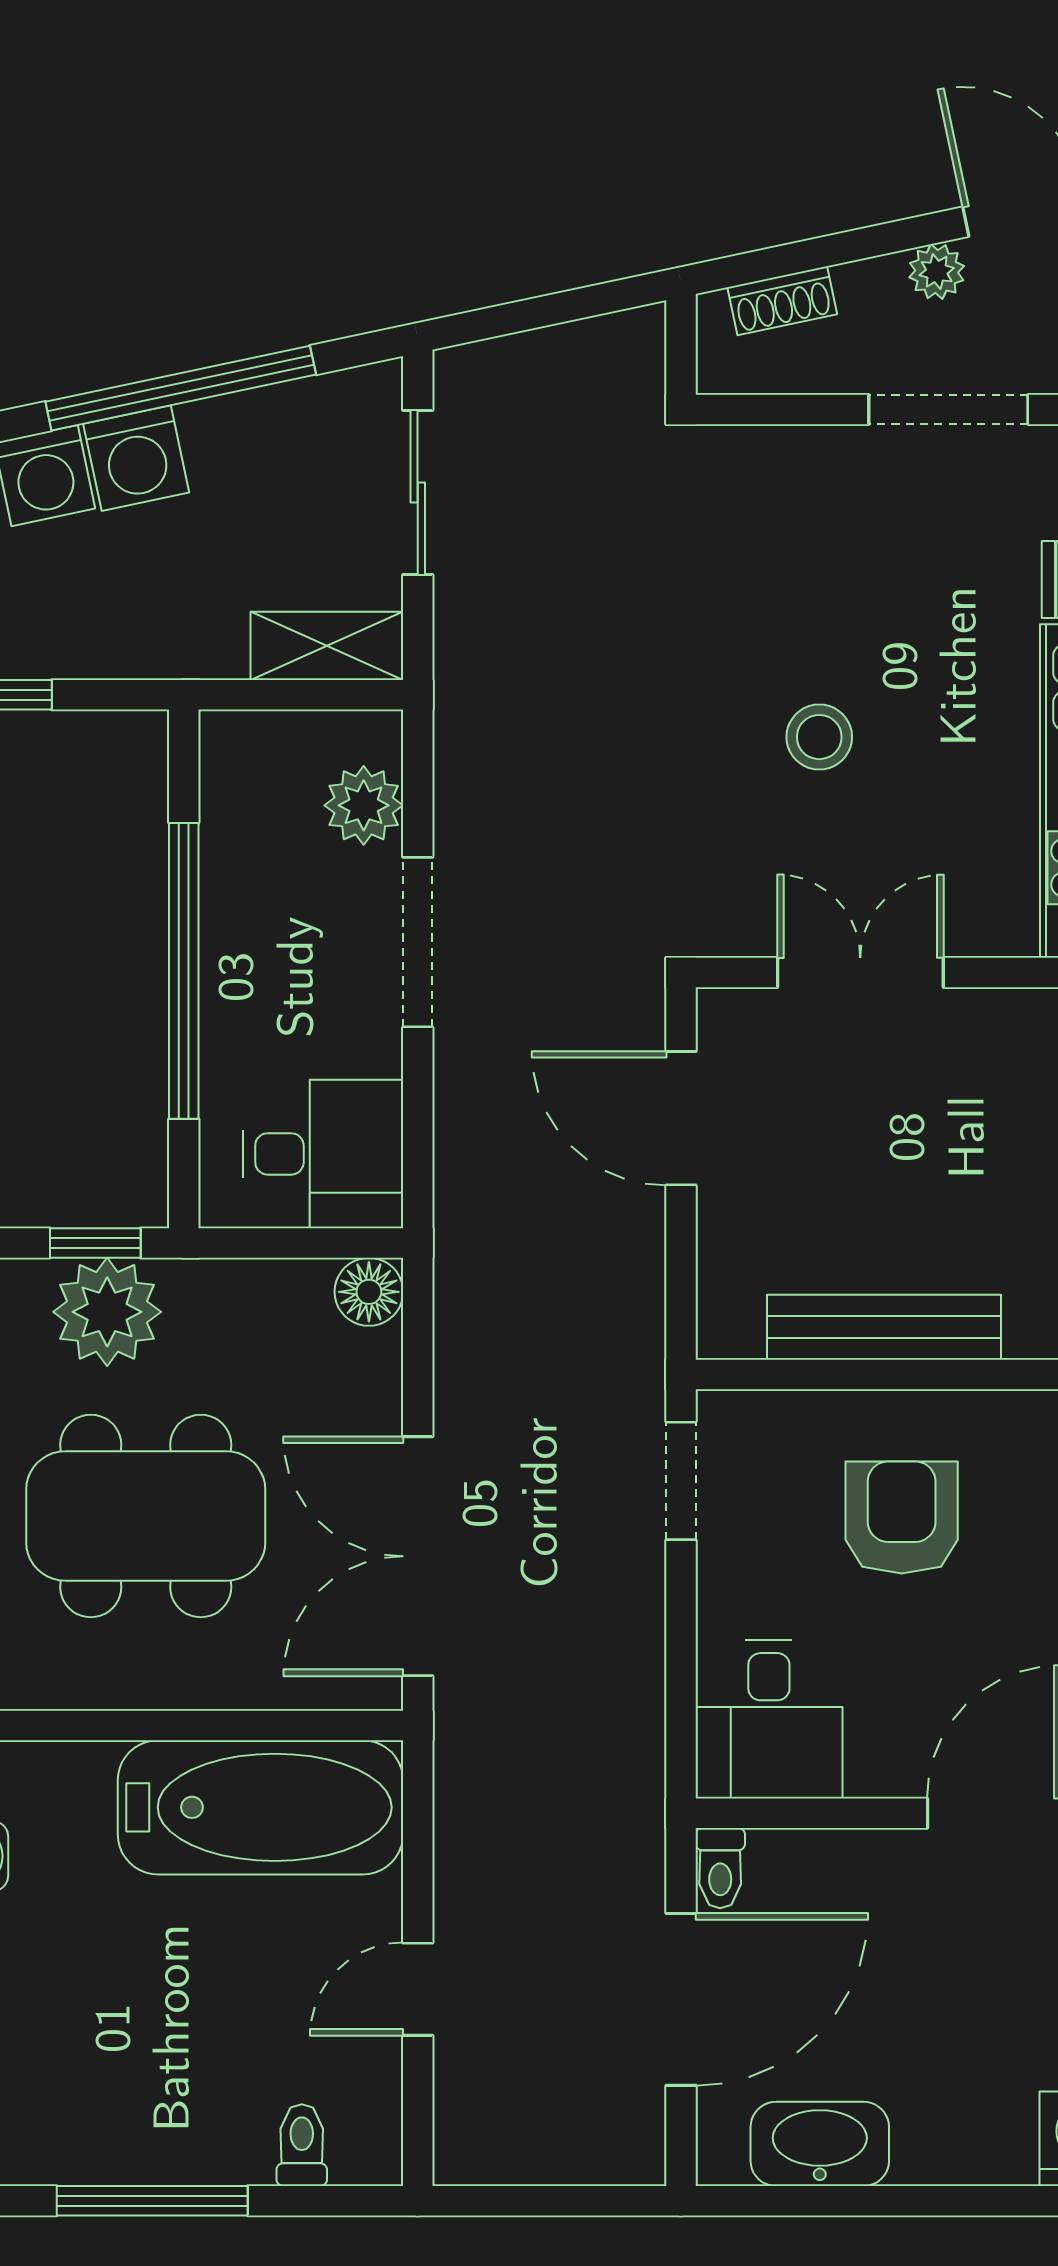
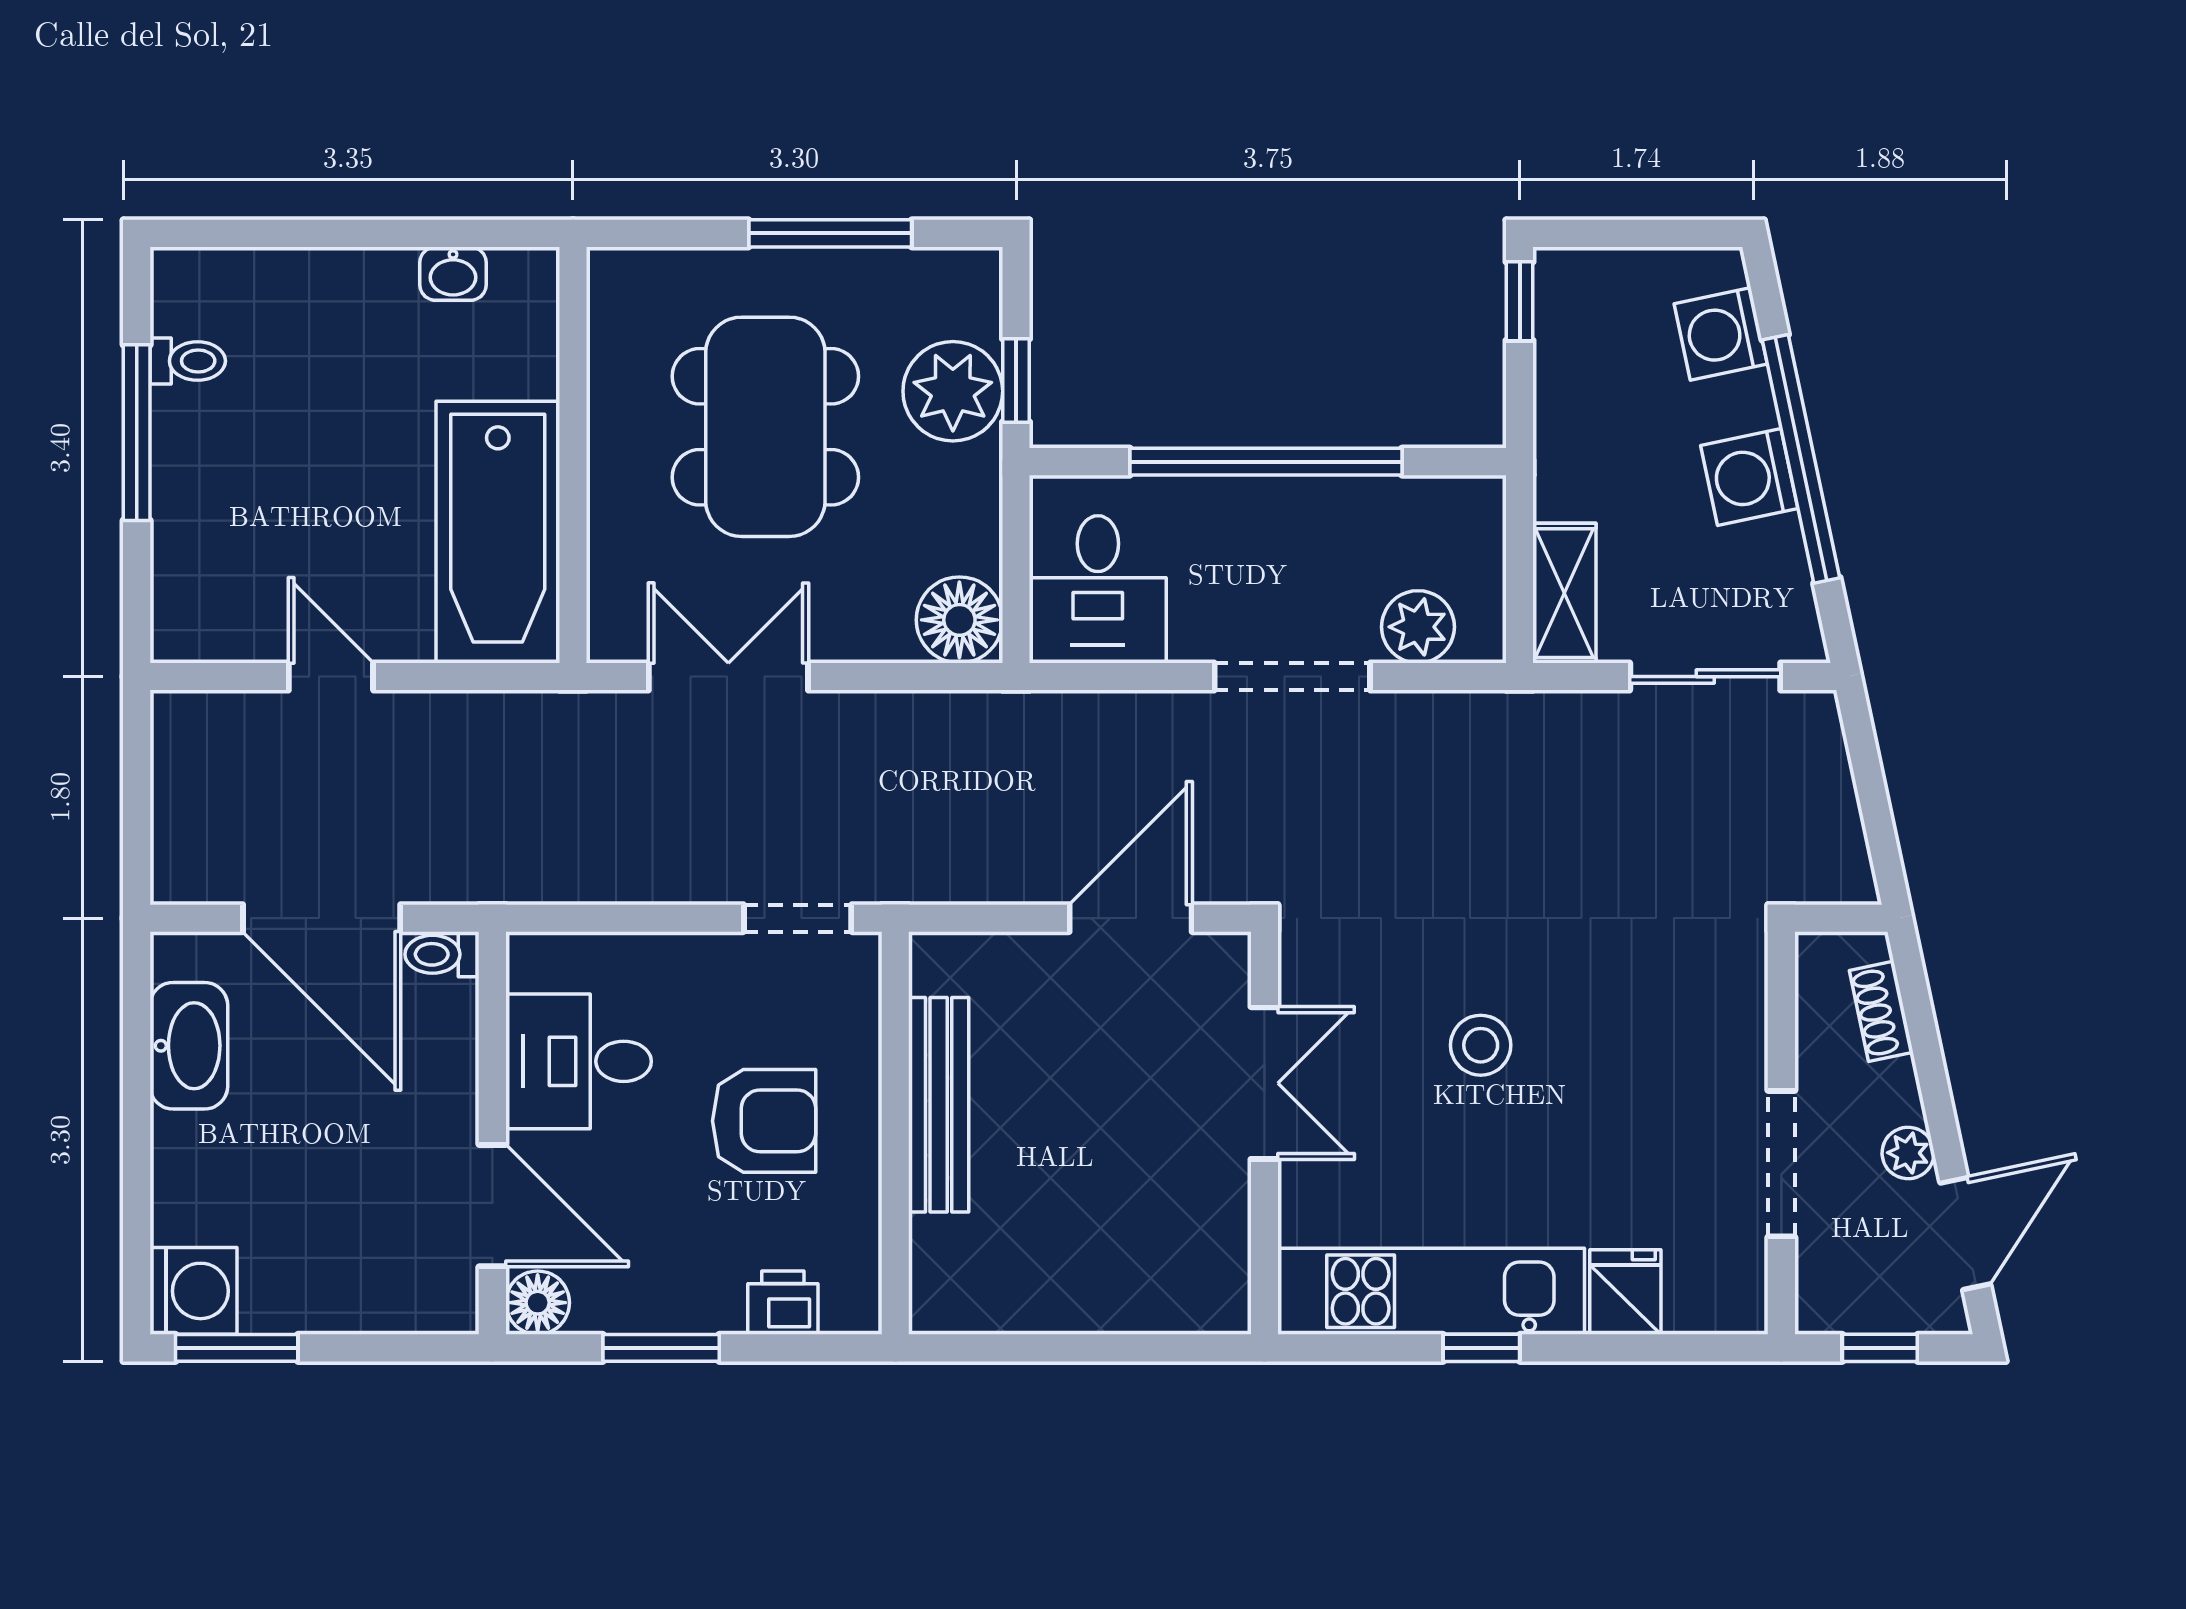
washing machine: (136, 458) -> (1749, 477), moved
floor lamp: (369, 1292) -> (959, 620), width x1.38, depth x1.38
double door: (418, 1556) -> (728, 677), width x0.73
desk: (769, 1719) -> (579, 1061), moved
toilet: (302, 2145) -> (188, 361), moved

